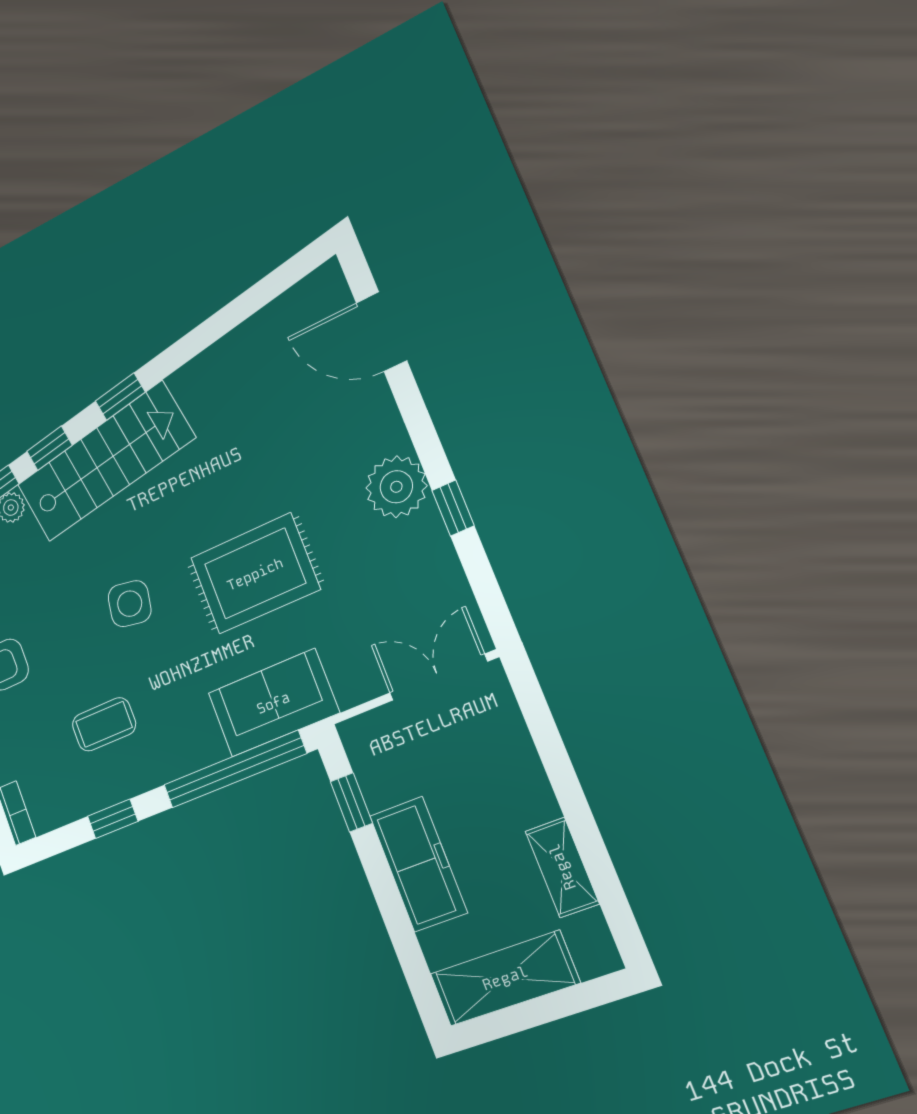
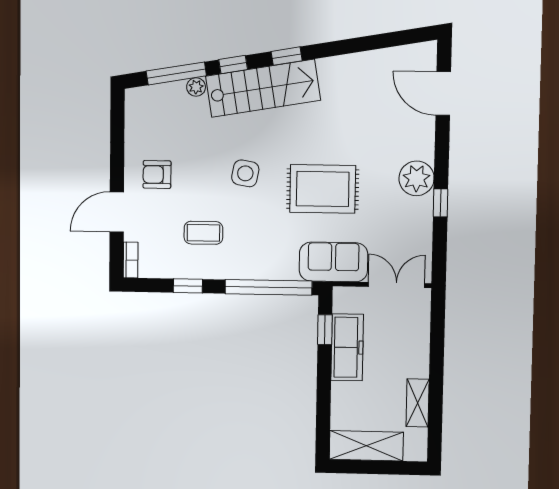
sofa: (273, 703) -> (333, 262), moved
freezer: (418, 864) -> (347, 347), moved

